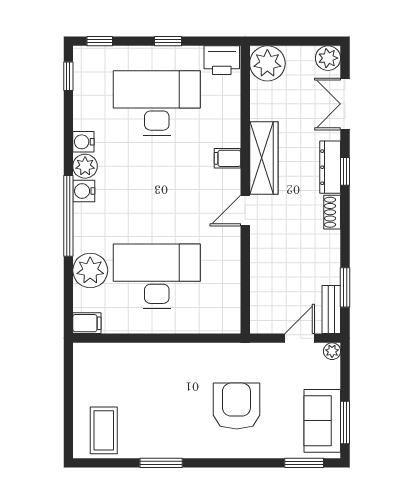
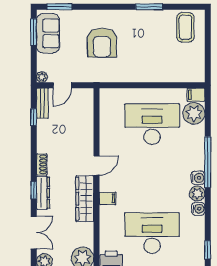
desk: (157, 103) -> (152, 233), turned 180
plant: (90, 270) -> (194, 113), moved
desk: (157, 276) -> (152, 124), turned 180
window: (345, 287) -> (34, 117), width x0.67

